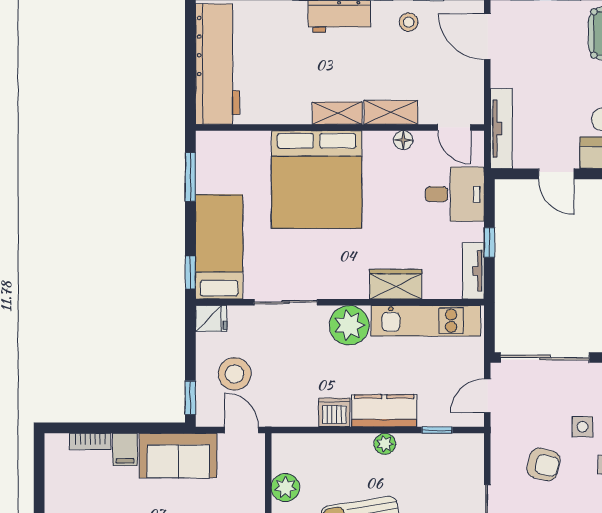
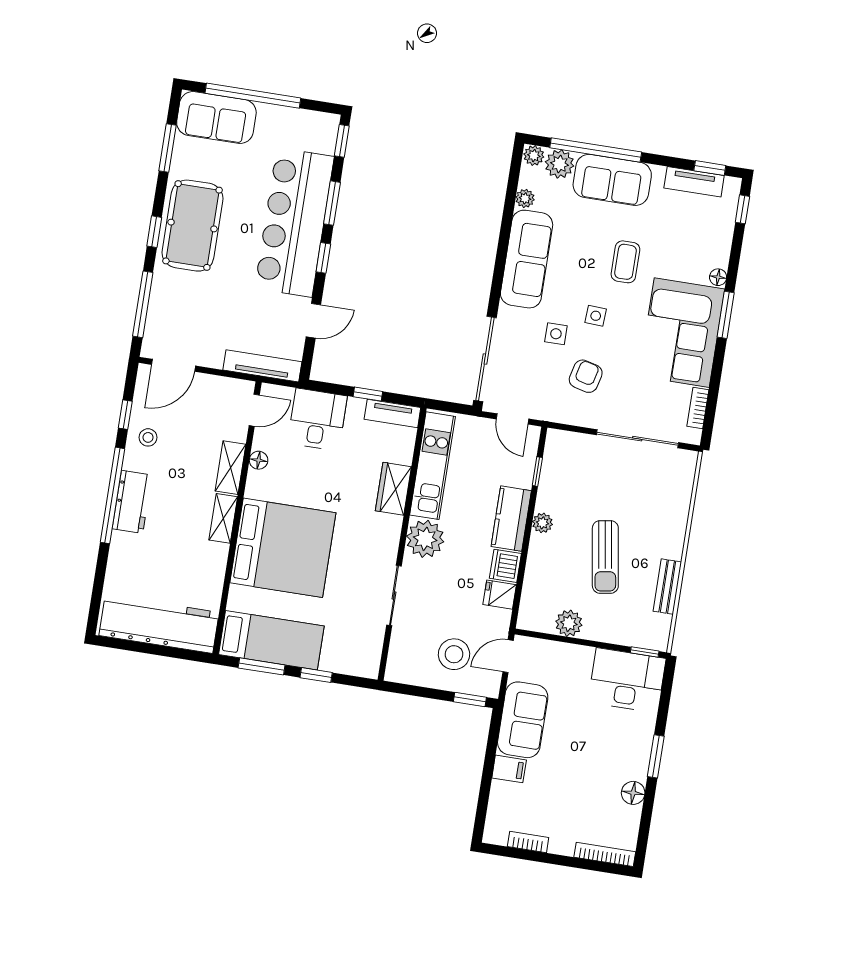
bed: (219, 247) -> (271, 640), moved, turned 180
window: (190, 273) -> (316, 675), moved
fridge: (211, 318) -> (500, 595), moved, turned -90
bookcase: (90, 441) -> (528, 842), moved, turned -90

